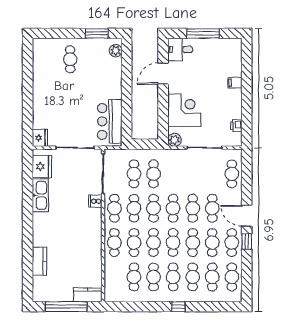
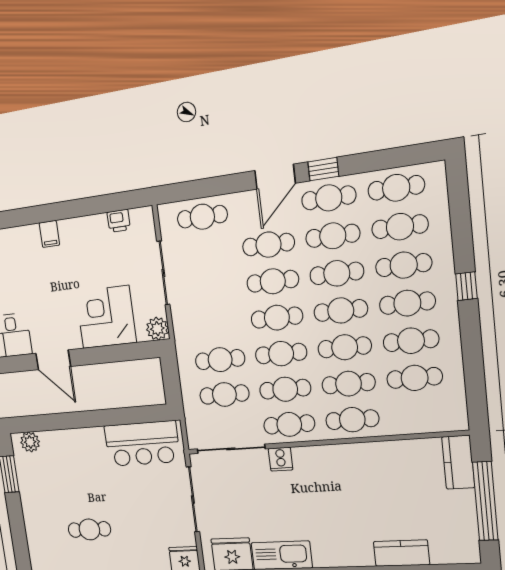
cafe table: (70, 59) -> (89, 529), moved

